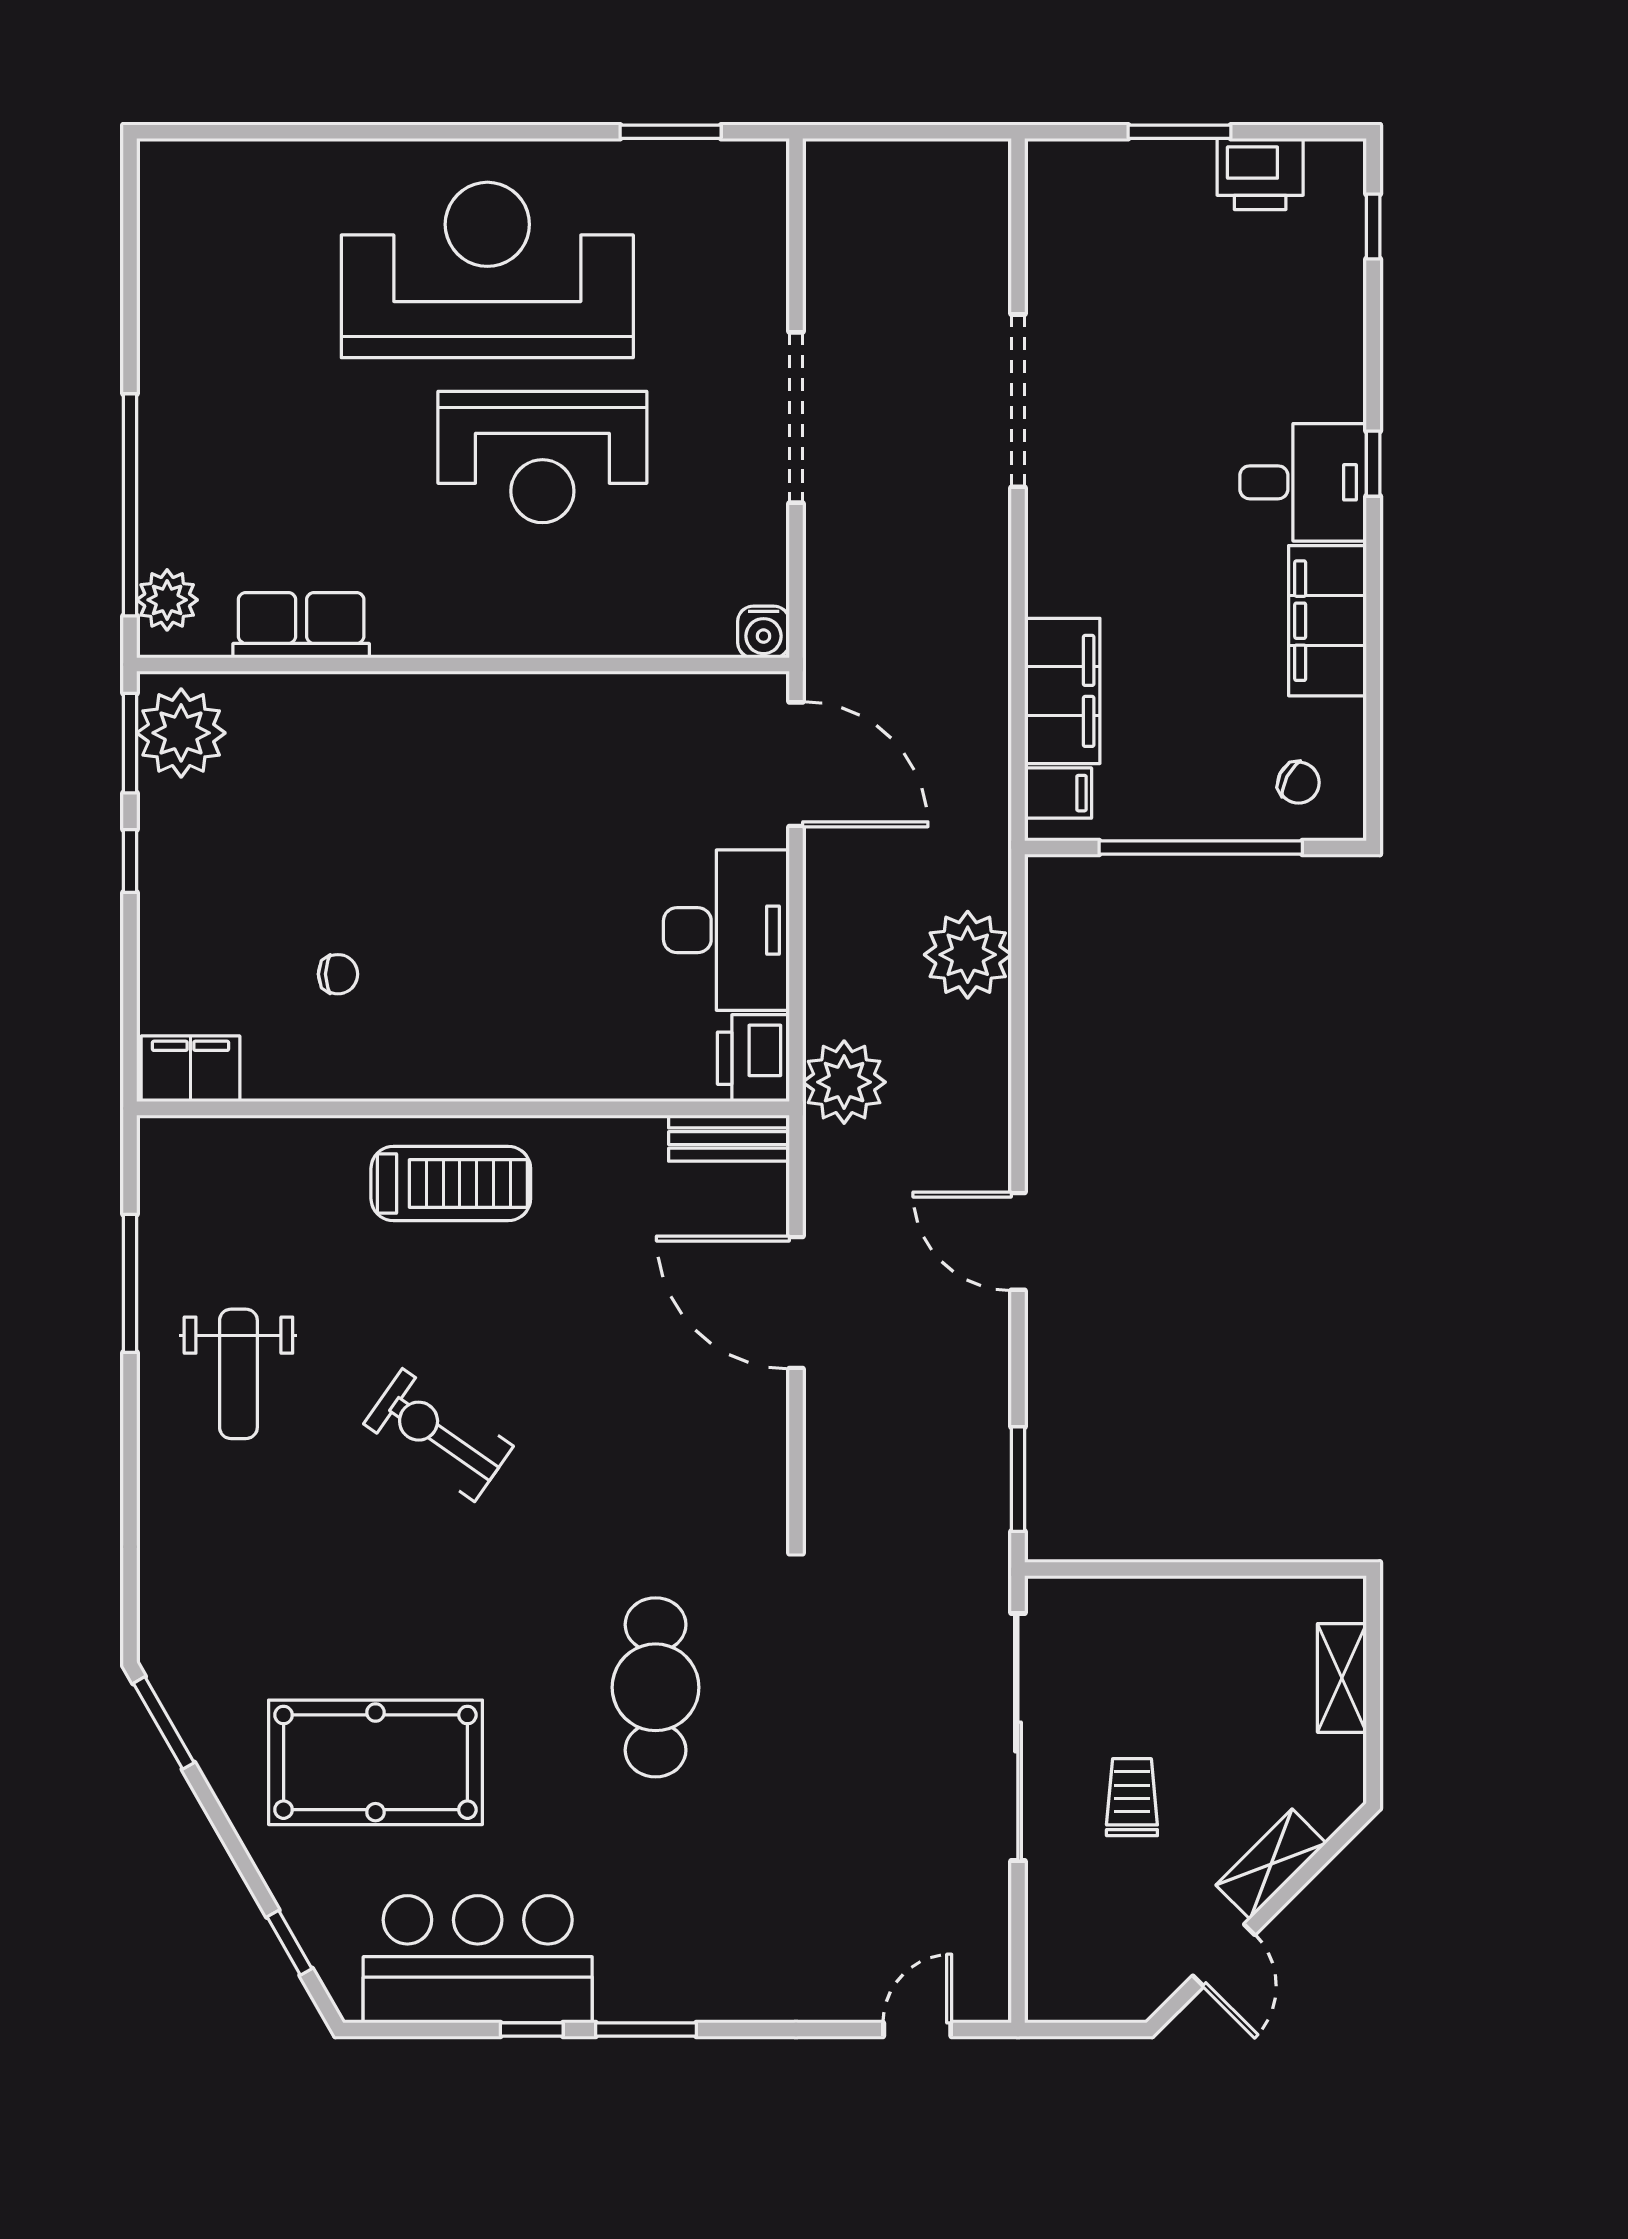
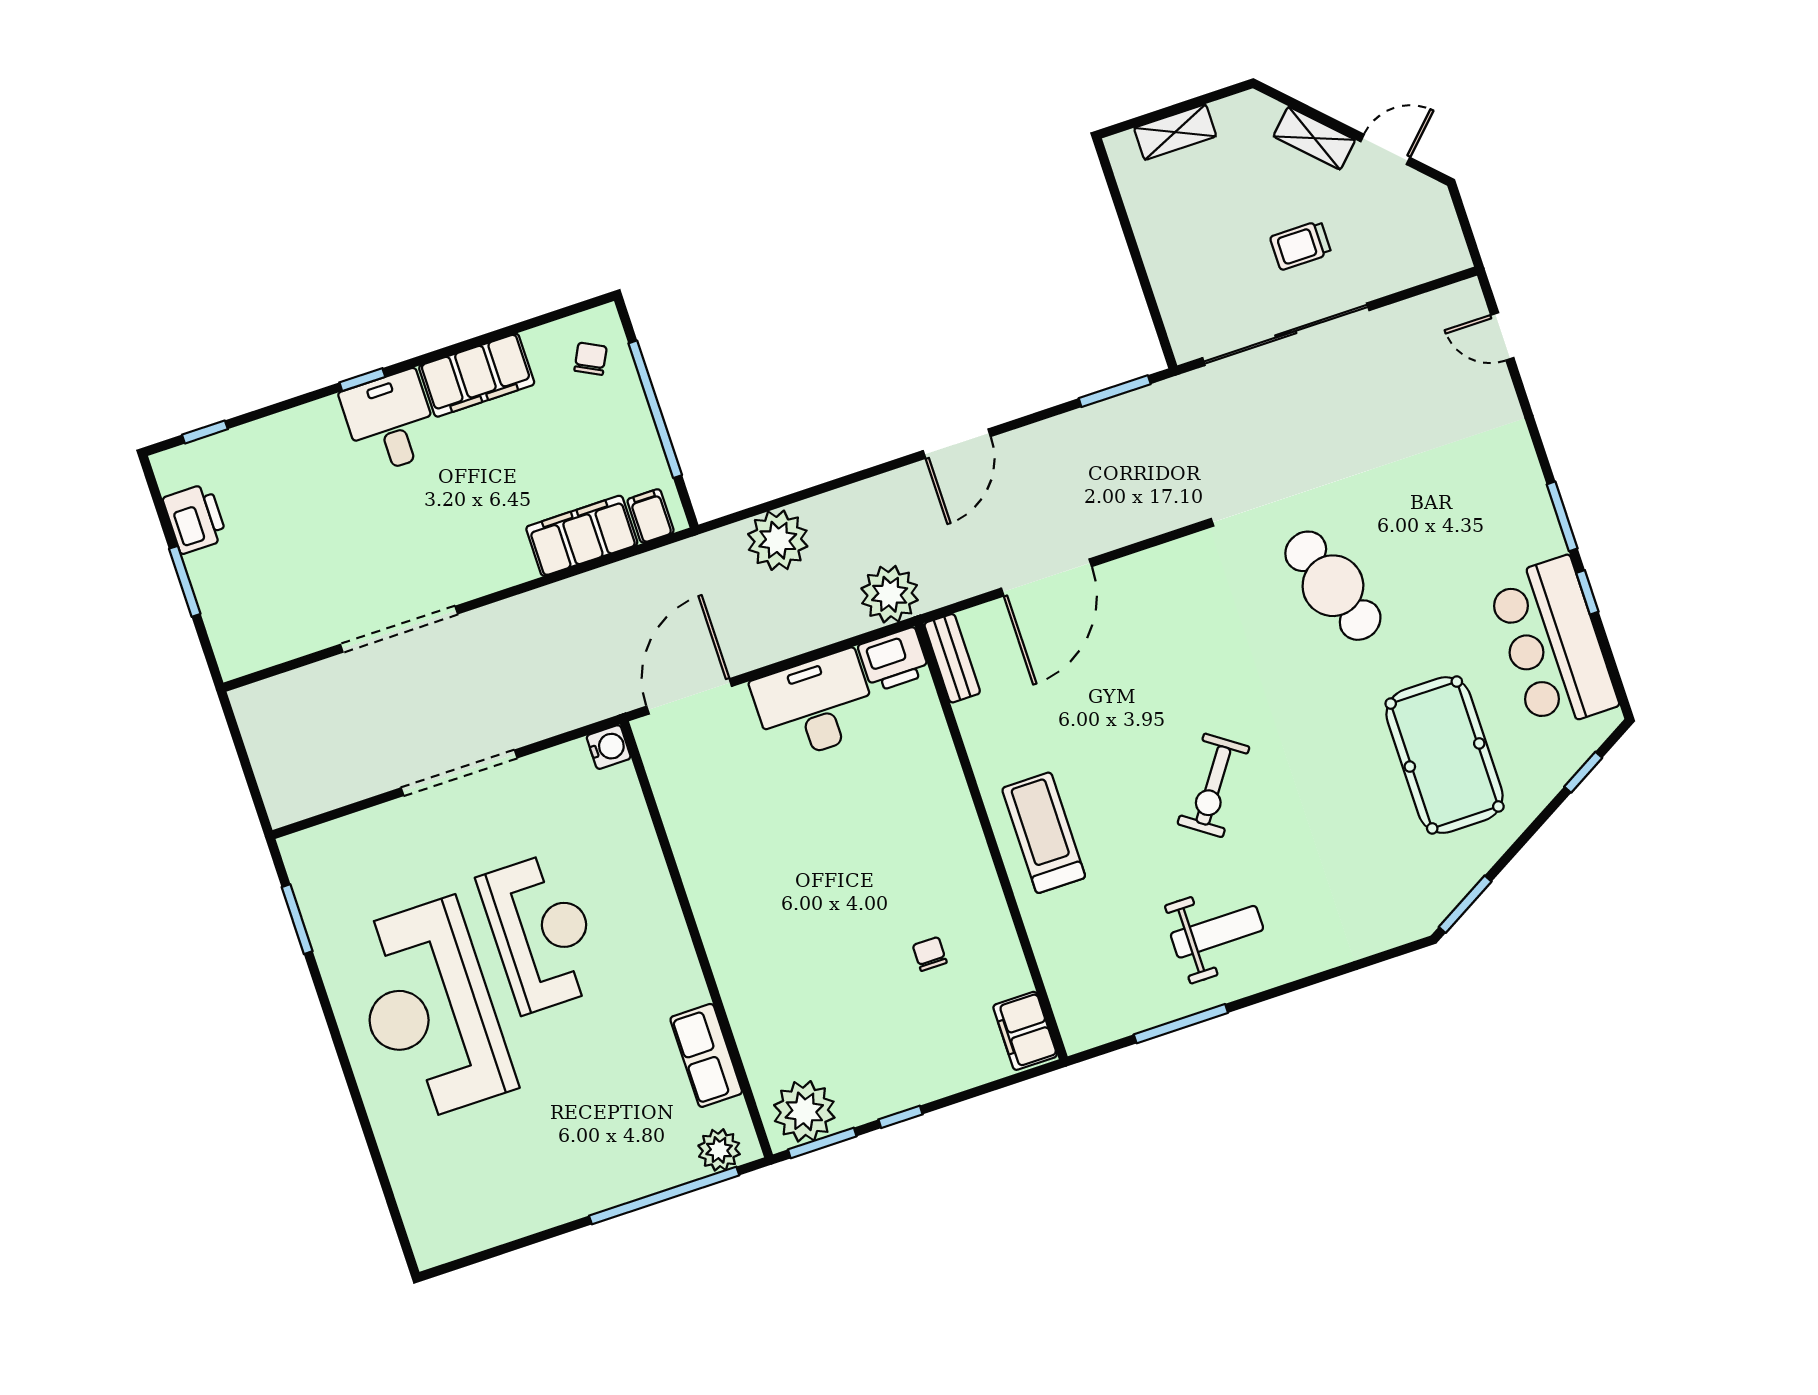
cafe table: (656, 1687) -> (1333, 586), turned 70

